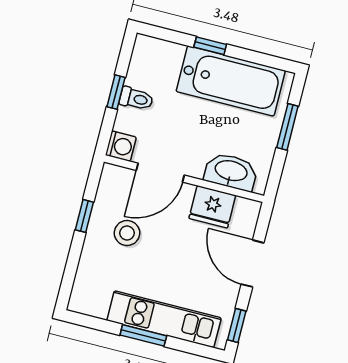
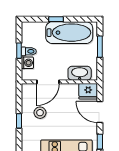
washing machine: (121, 146) -> (27, 63), moved
fridge: (212, 207) -> (88, 91), moved
window: (84, 216) -> (19, 121), moved

